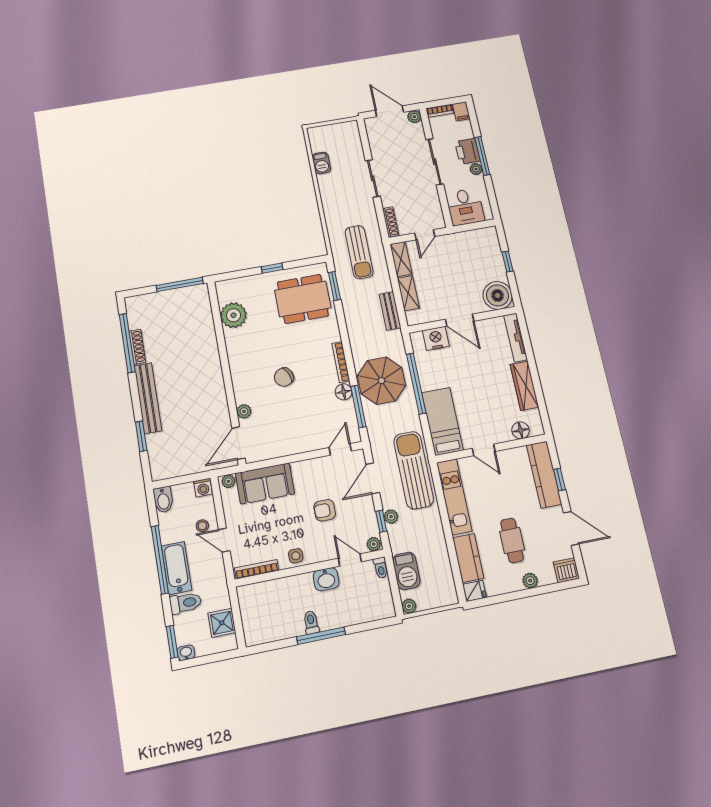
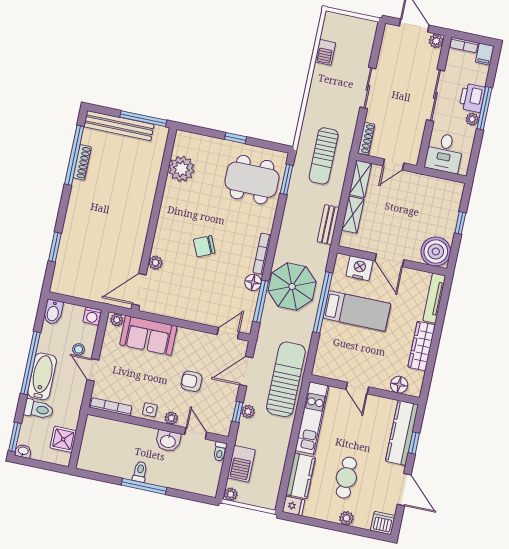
bench: (148, 398) -> (119, 126), moved, turned 90
bed: (442, 421) -> (357, 311), moved, turned 90
plant: (374, 544) -> (171, 418), moved

